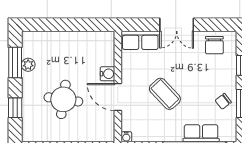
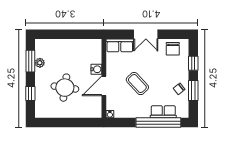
door: (118, 97) -> (104, 86), hinge flipped

